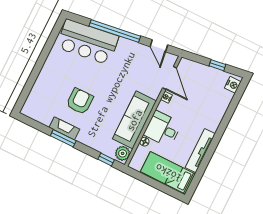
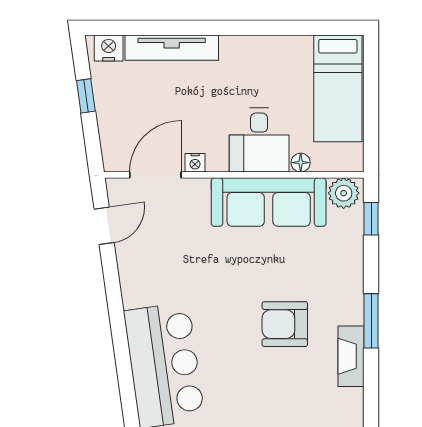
window: (115, 31) -> (118, 324), removed
fireplace: (64, 128) -> (351, 356), moved
tv unit: (200, 151) -> (172, 48), moved

